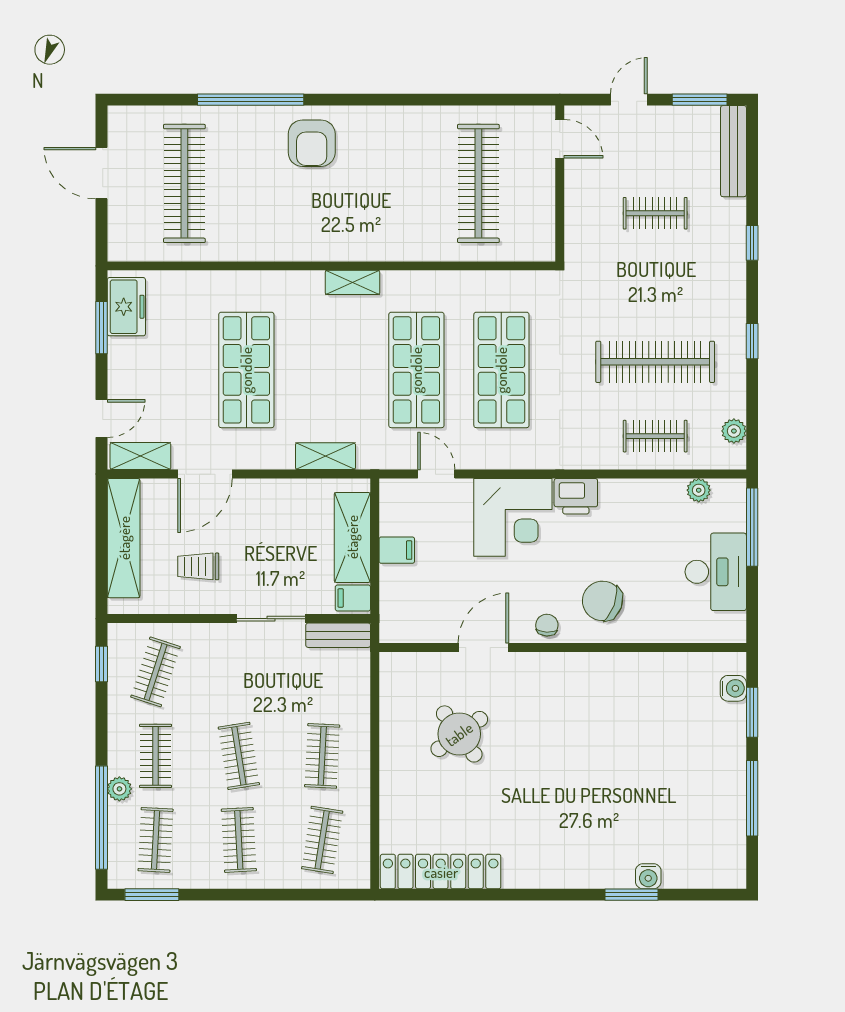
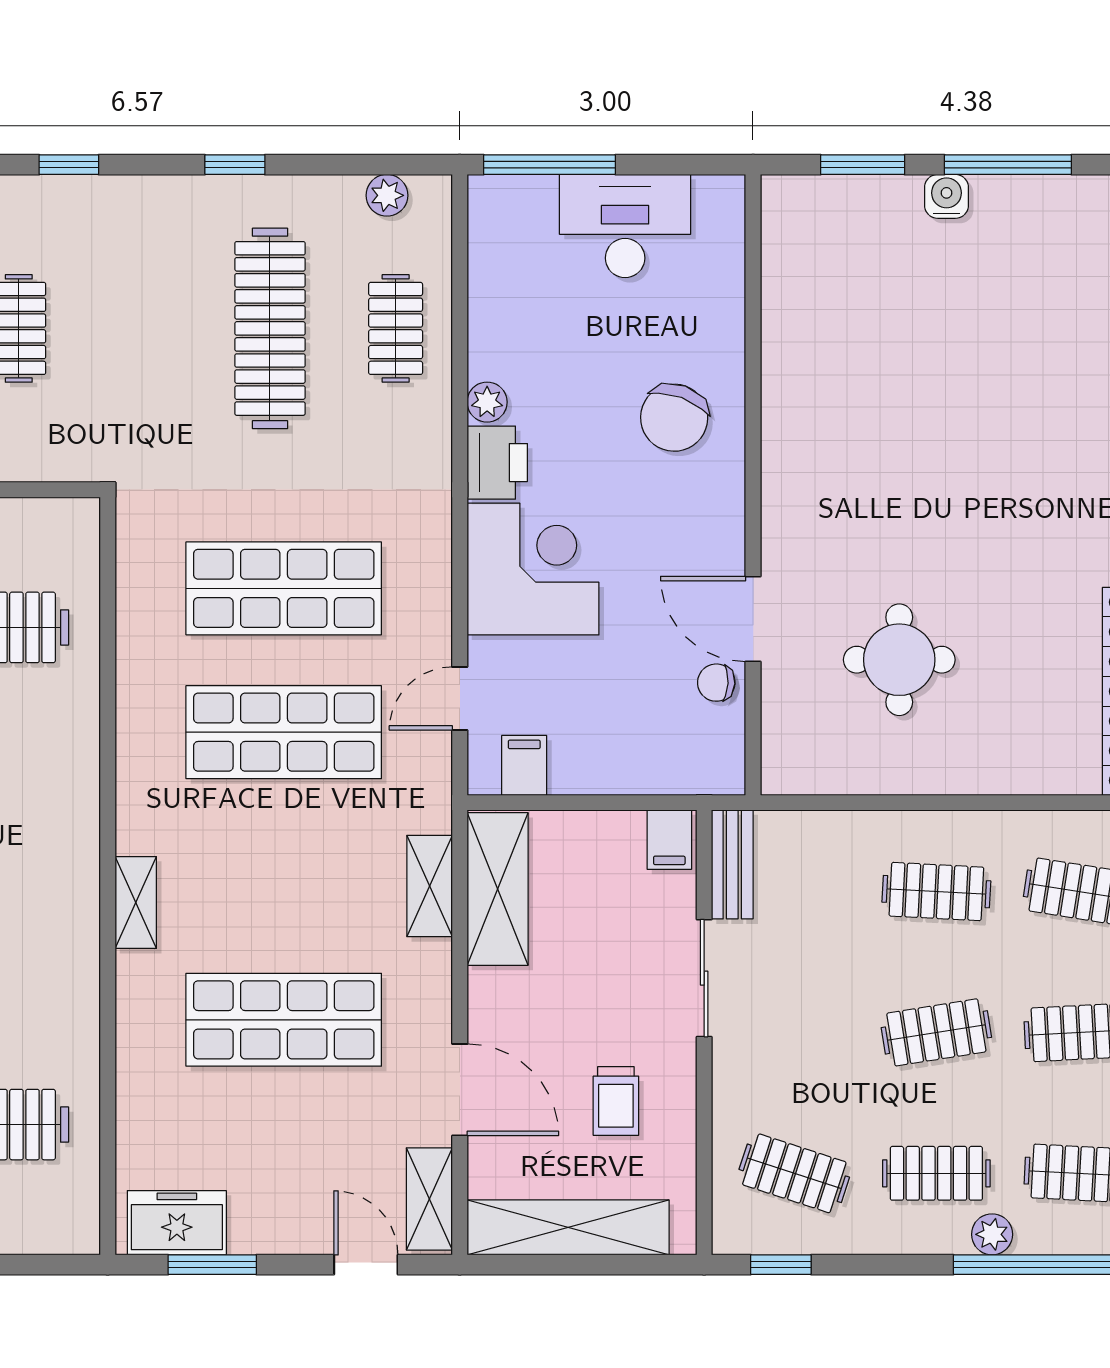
shelving: (352, 282) -> (136, 903), moved
plant: (699, 490) -> (487, 402), moved
shelving: (352, 537) -> (498, 889), moved, turned 90
filing cabinet: (397, 550) -> (524, 765), moved
chair: (547, 625) -> (716, 683), moved
water cooler: (733, 688) -> (946, 196), moved
round table: (459, 734) -> (899, 660), turned 36

